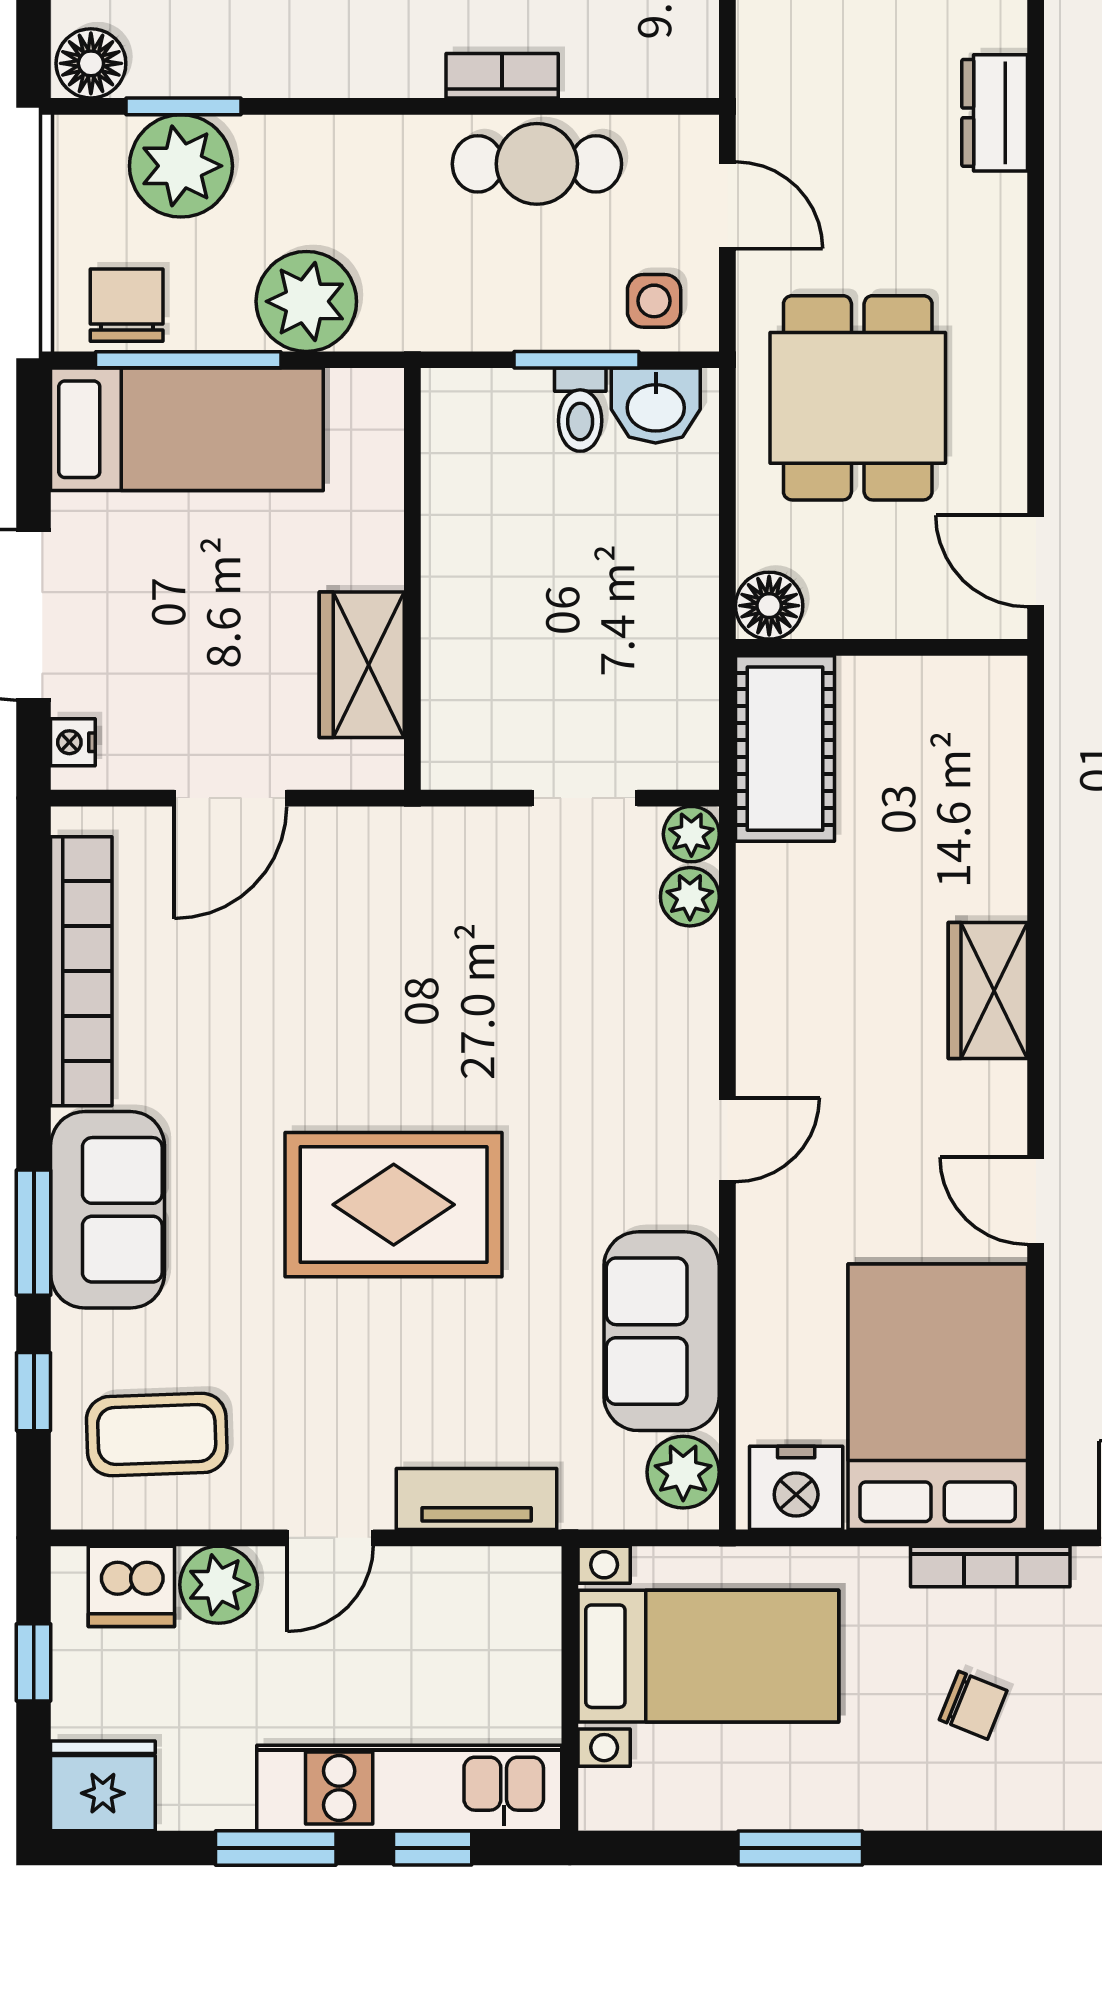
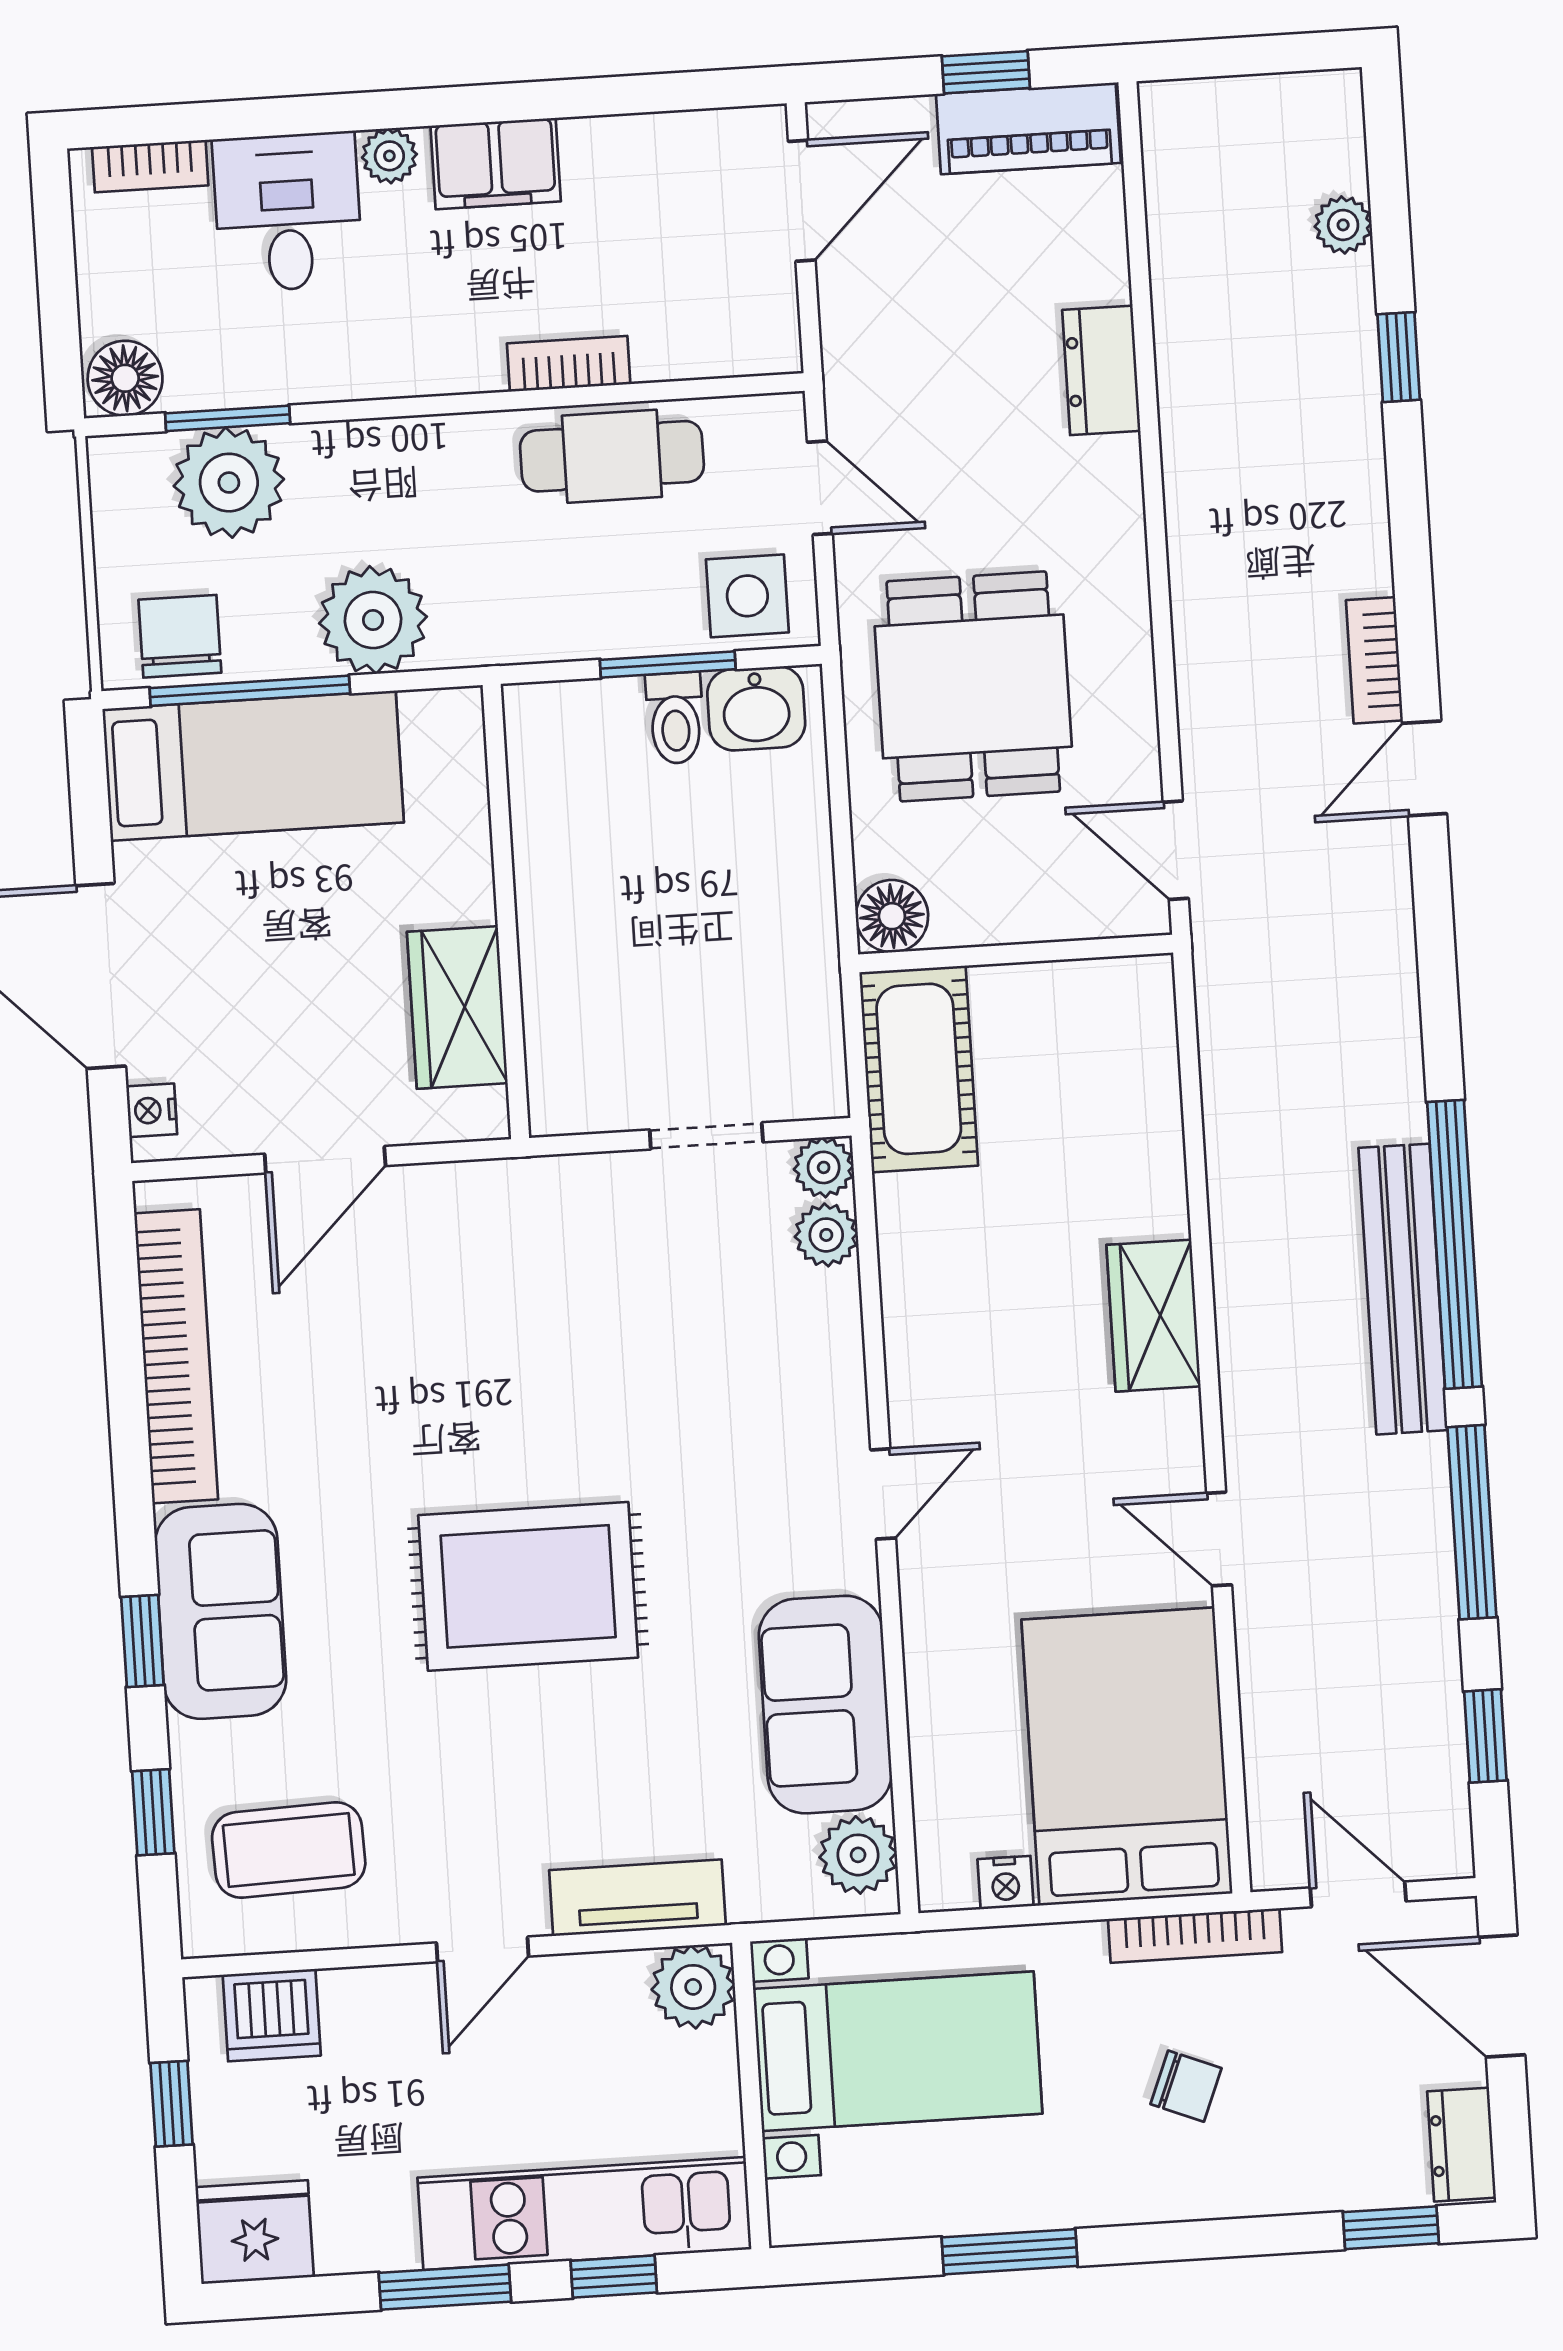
side table: (654, 301) -> (747, 596), width x1.37, depth x1.37
window: (34, 1233) -> (142, 1641), width x0.67
nightstand: (796, 1488) -> (1006, 1883), width x0.53, depth x0.56
plant: (219, 1585) -> (693, 1987), moved

